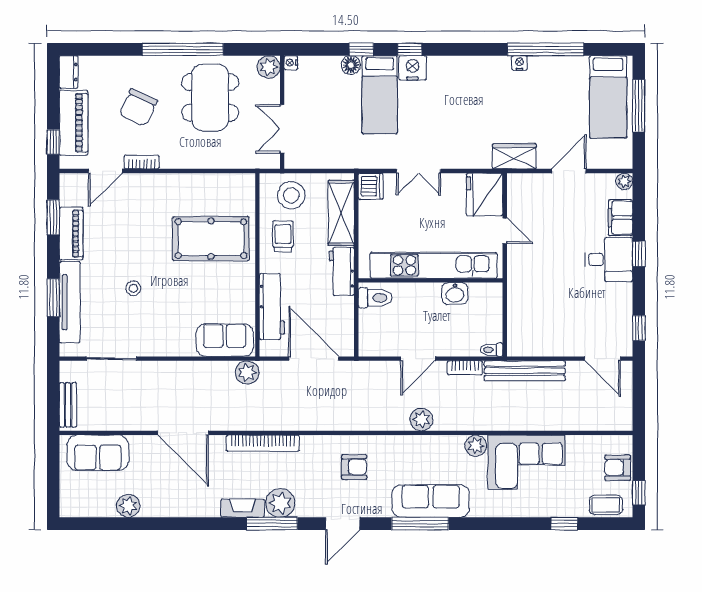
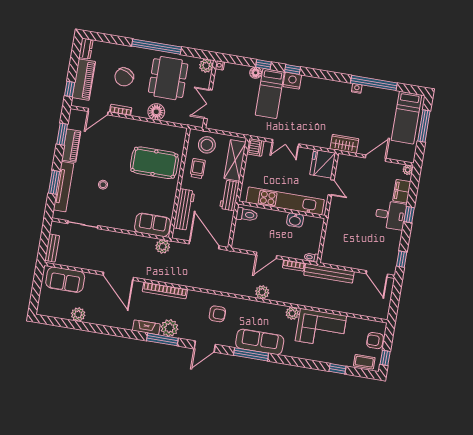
floor lamp: (200, 155) -> (156, 112), added

